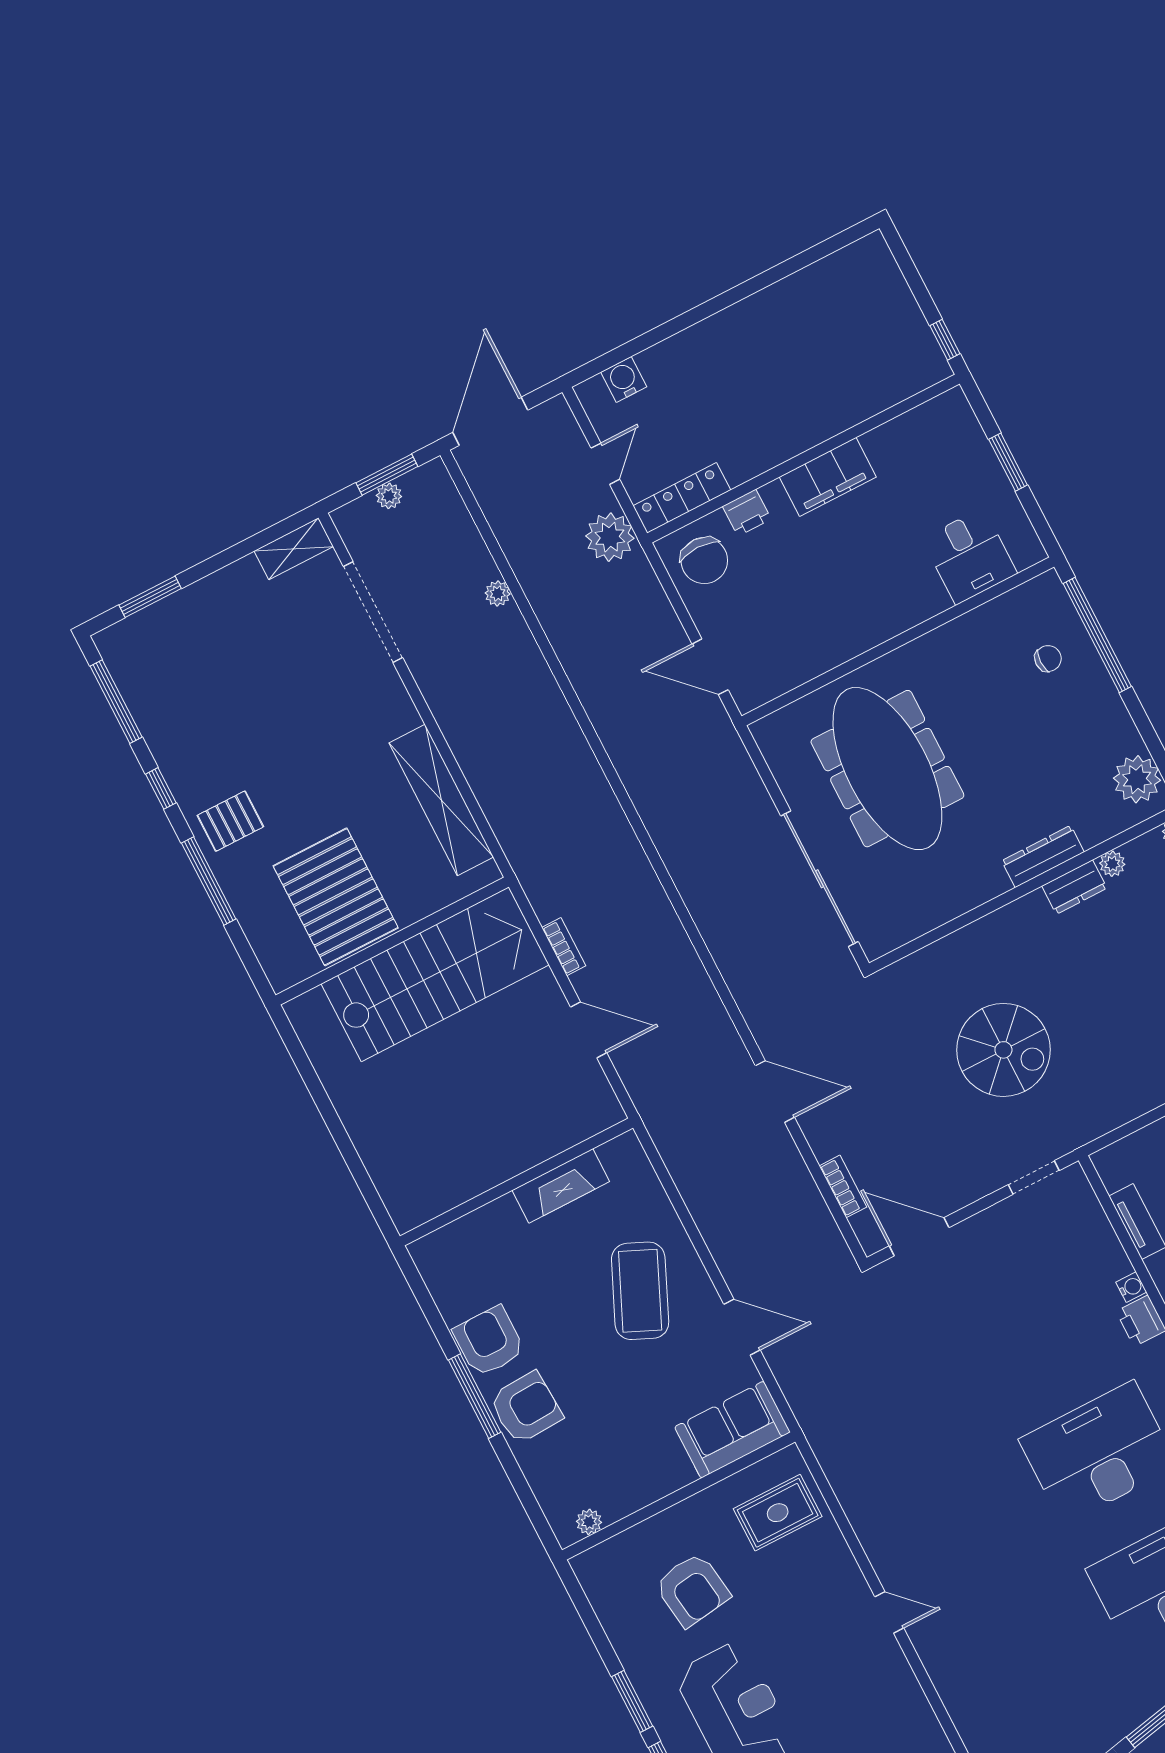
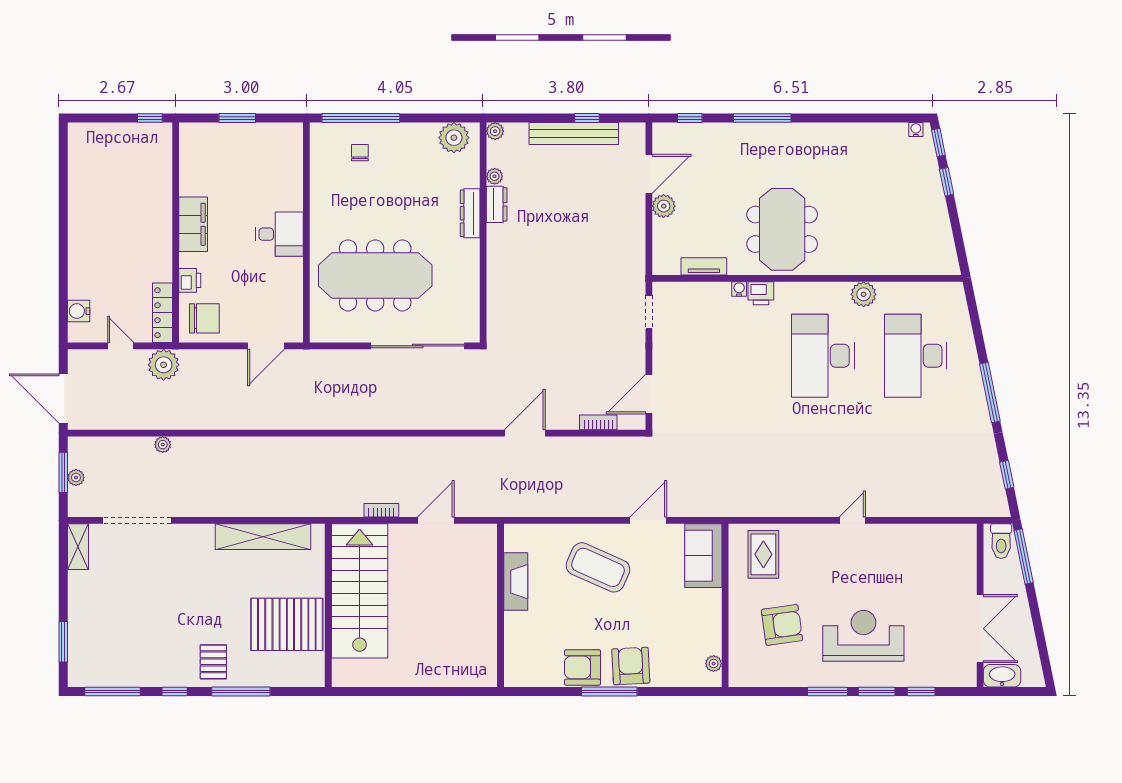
desk: (970, 556) -> (279, 234), moved
spiral stairs: (1003, 1050) -> (568, 292), removed

